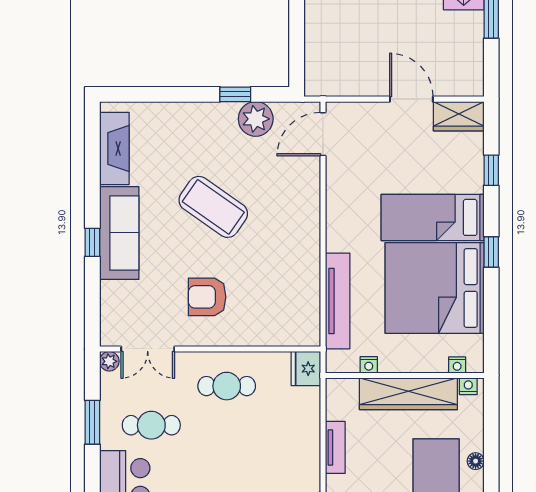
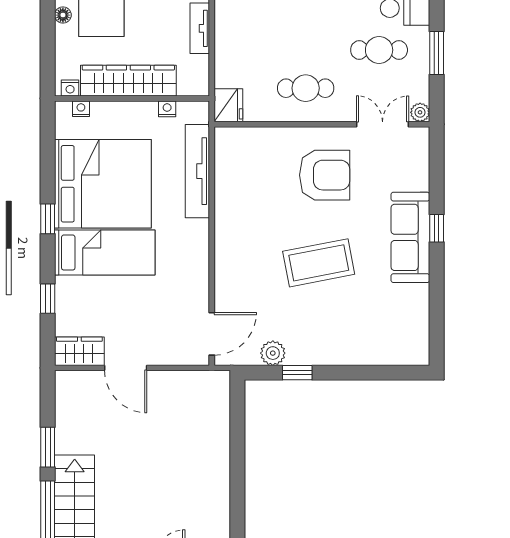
plant: (256, 119) -> (273, 353), width x0.73, depth x0.73
fireplace: (114, 148) -> (415, 320), removed
coffee table: (213, 207) -> (319, 263), turned -46
armchair: (207, 297) -> (325, 175), width x1.36, depth x1.36

